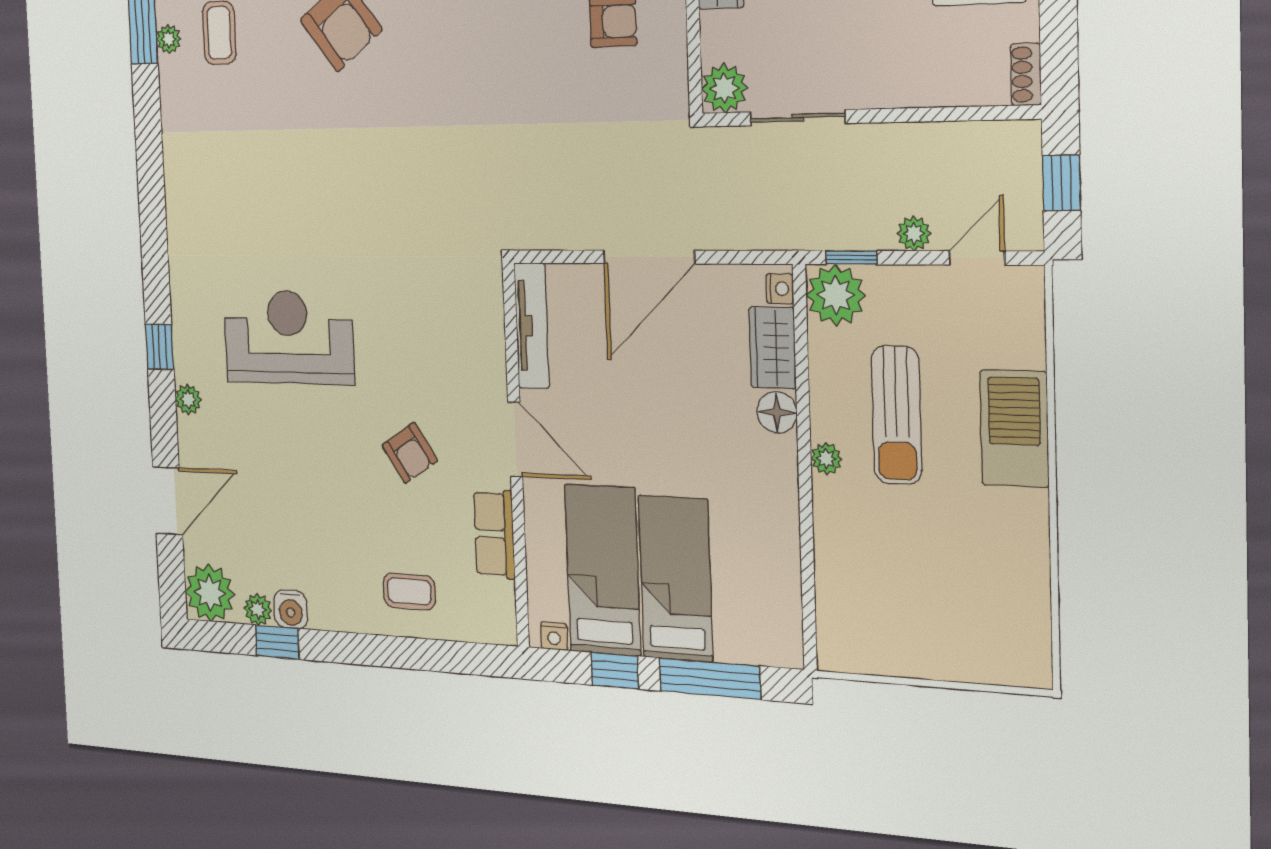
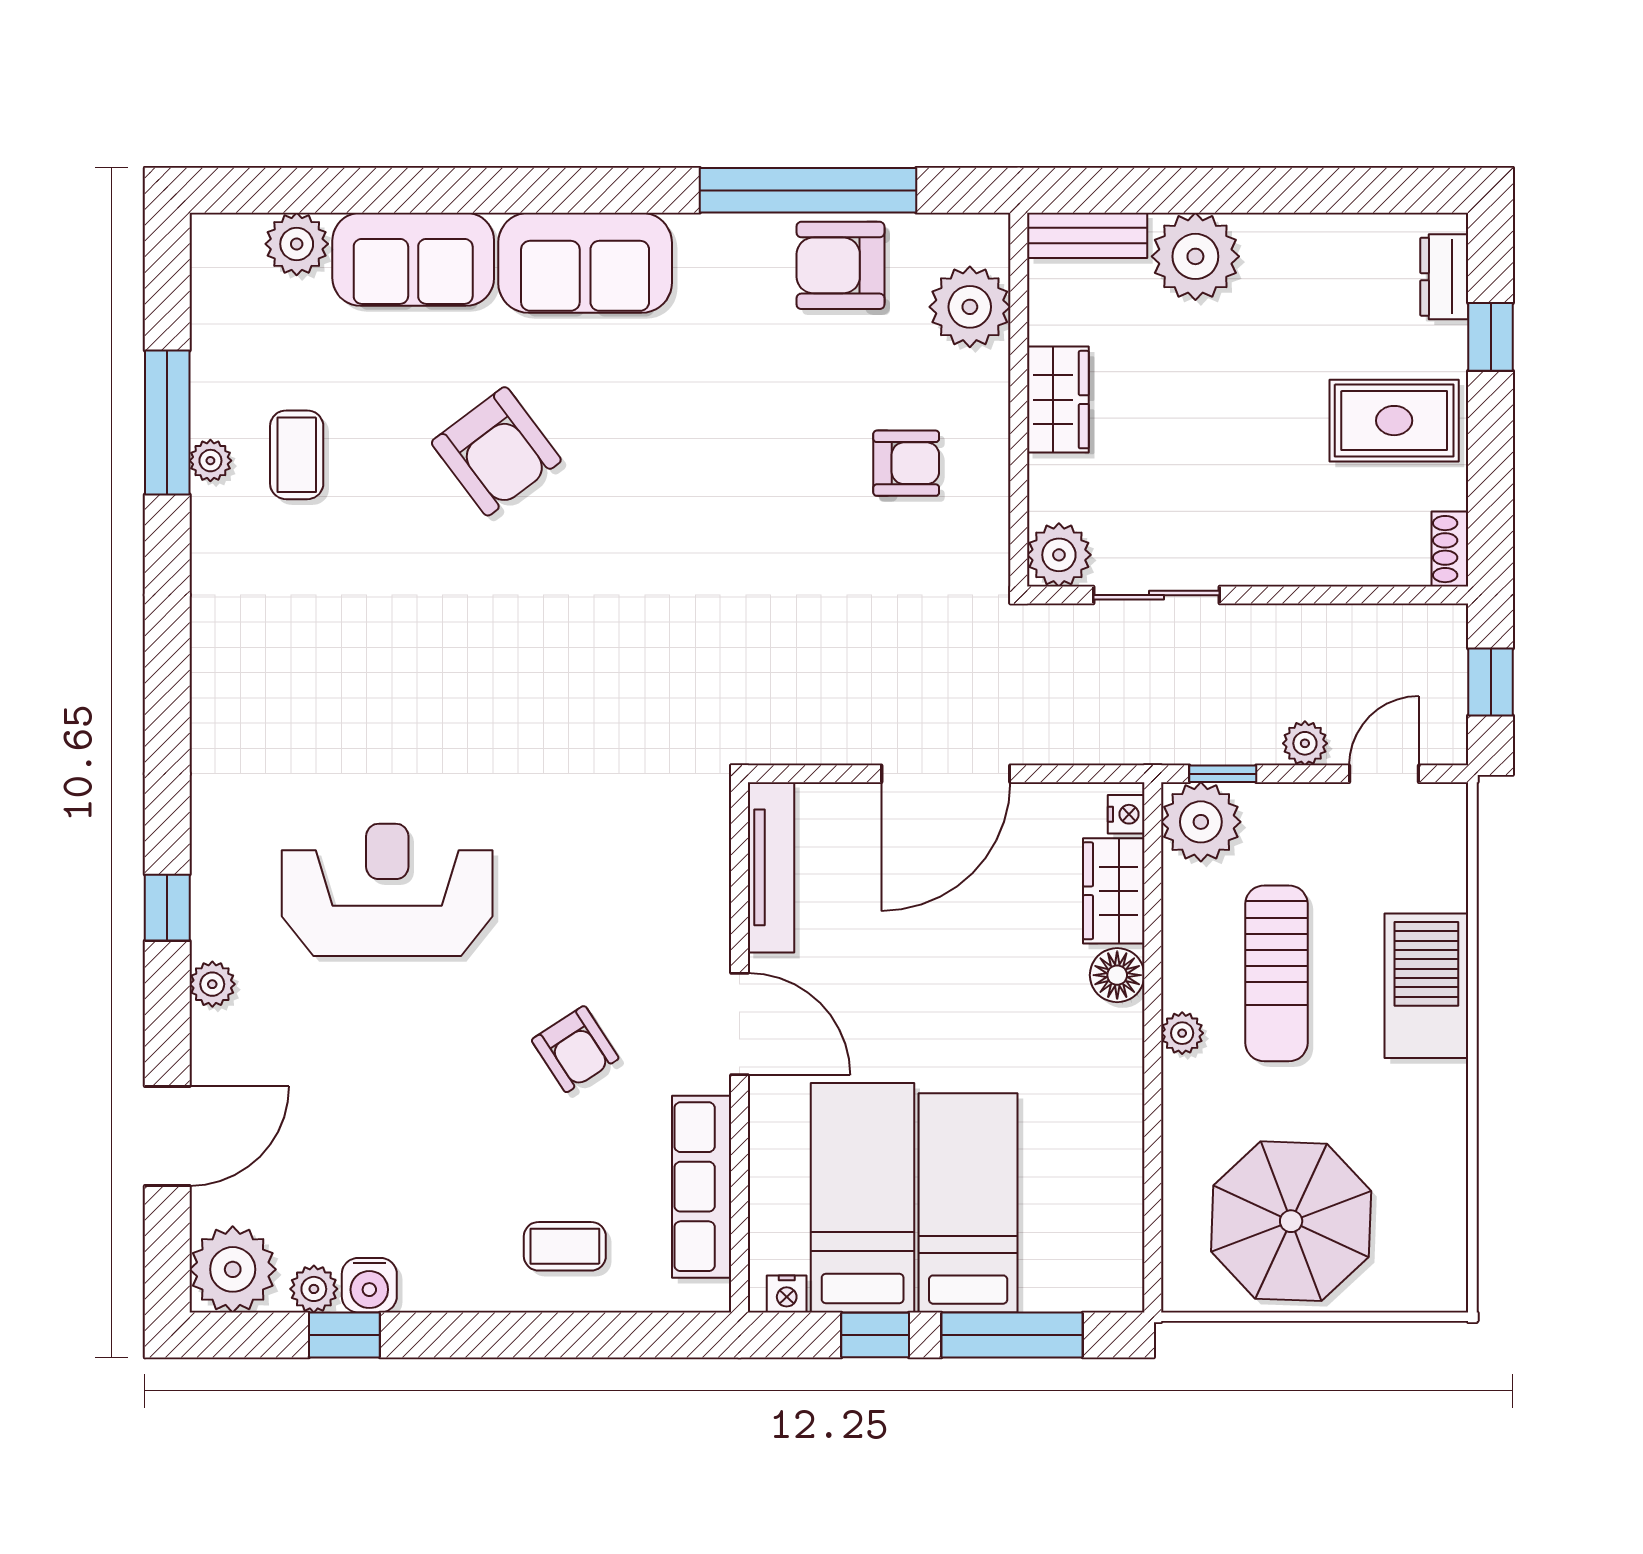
row of seats: (494, 534) -> (702, 1187), width x1.48
parasol: (913, 608) -> (1291, 1221), added

